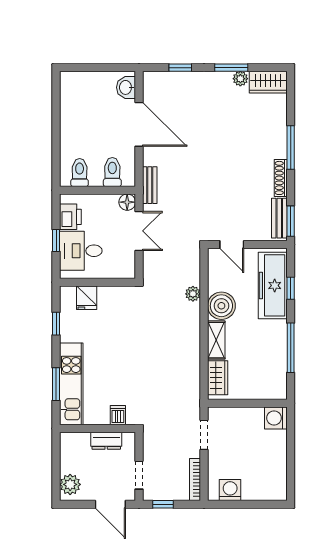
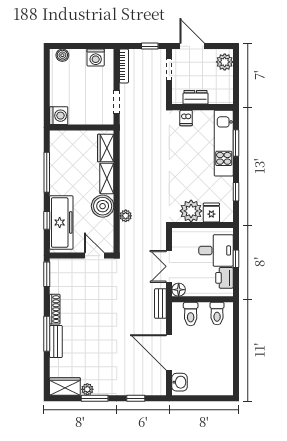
bench: (279, 218) -> (56, 342), moved
plant: (112, 300) -> (191, 211), added
boiler: (271, 493) -> (62, 55), added

